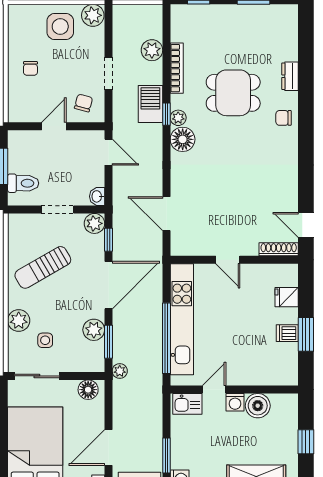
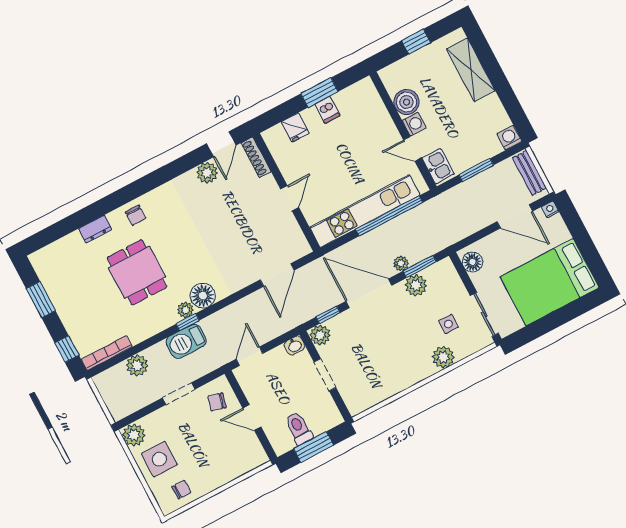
chair: (30, 68) -> (181, 490), moved
bookcase: (177, 68) -> (107, 353), moved
toilet: (23, 183) -> (299, 428), moved
plant: (288, 200) -> (207, 173), added
sun lounger: (43, 267) -> (384, 361), removed
plant: (120, 371) -> (401, 263), moved
window: (166, 456) -> (476, 170), moved

